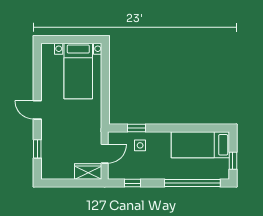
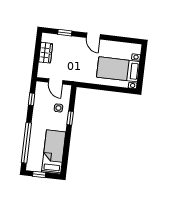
door: (37, 110) -> (93, 36), swing flipped
window: (137, 128) -> (70, 118), moved
wardrobe: (88, 172) -> (46, 53), moved

